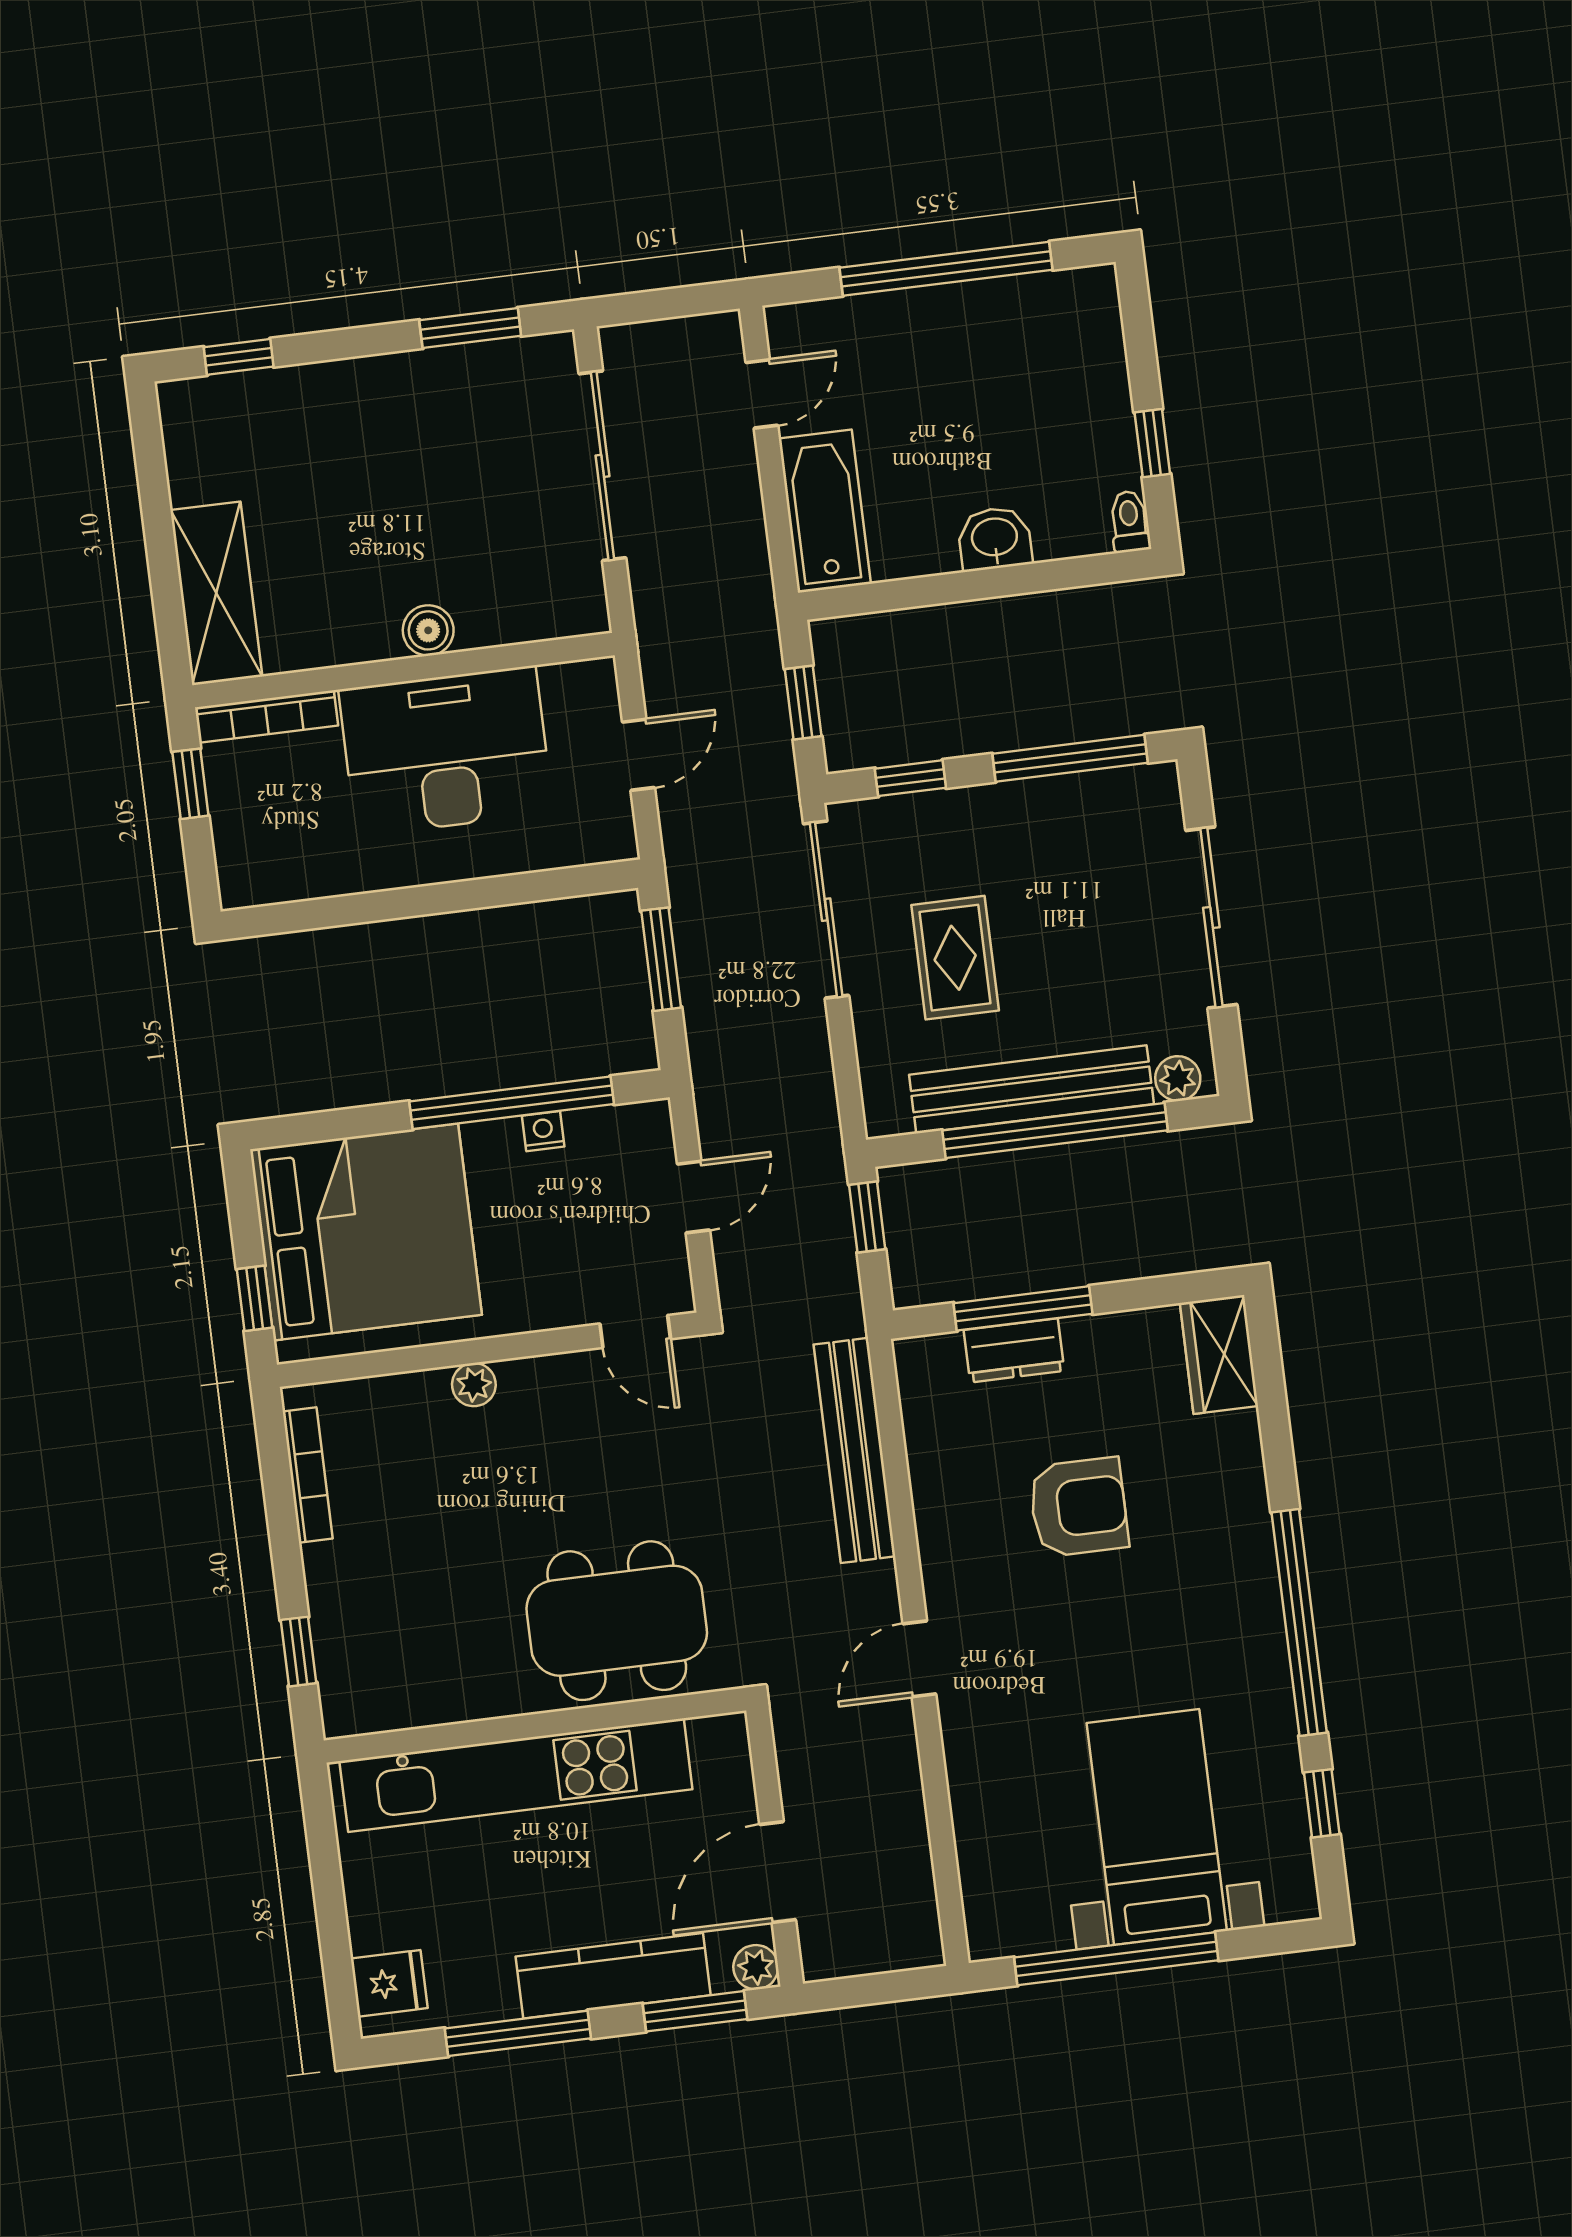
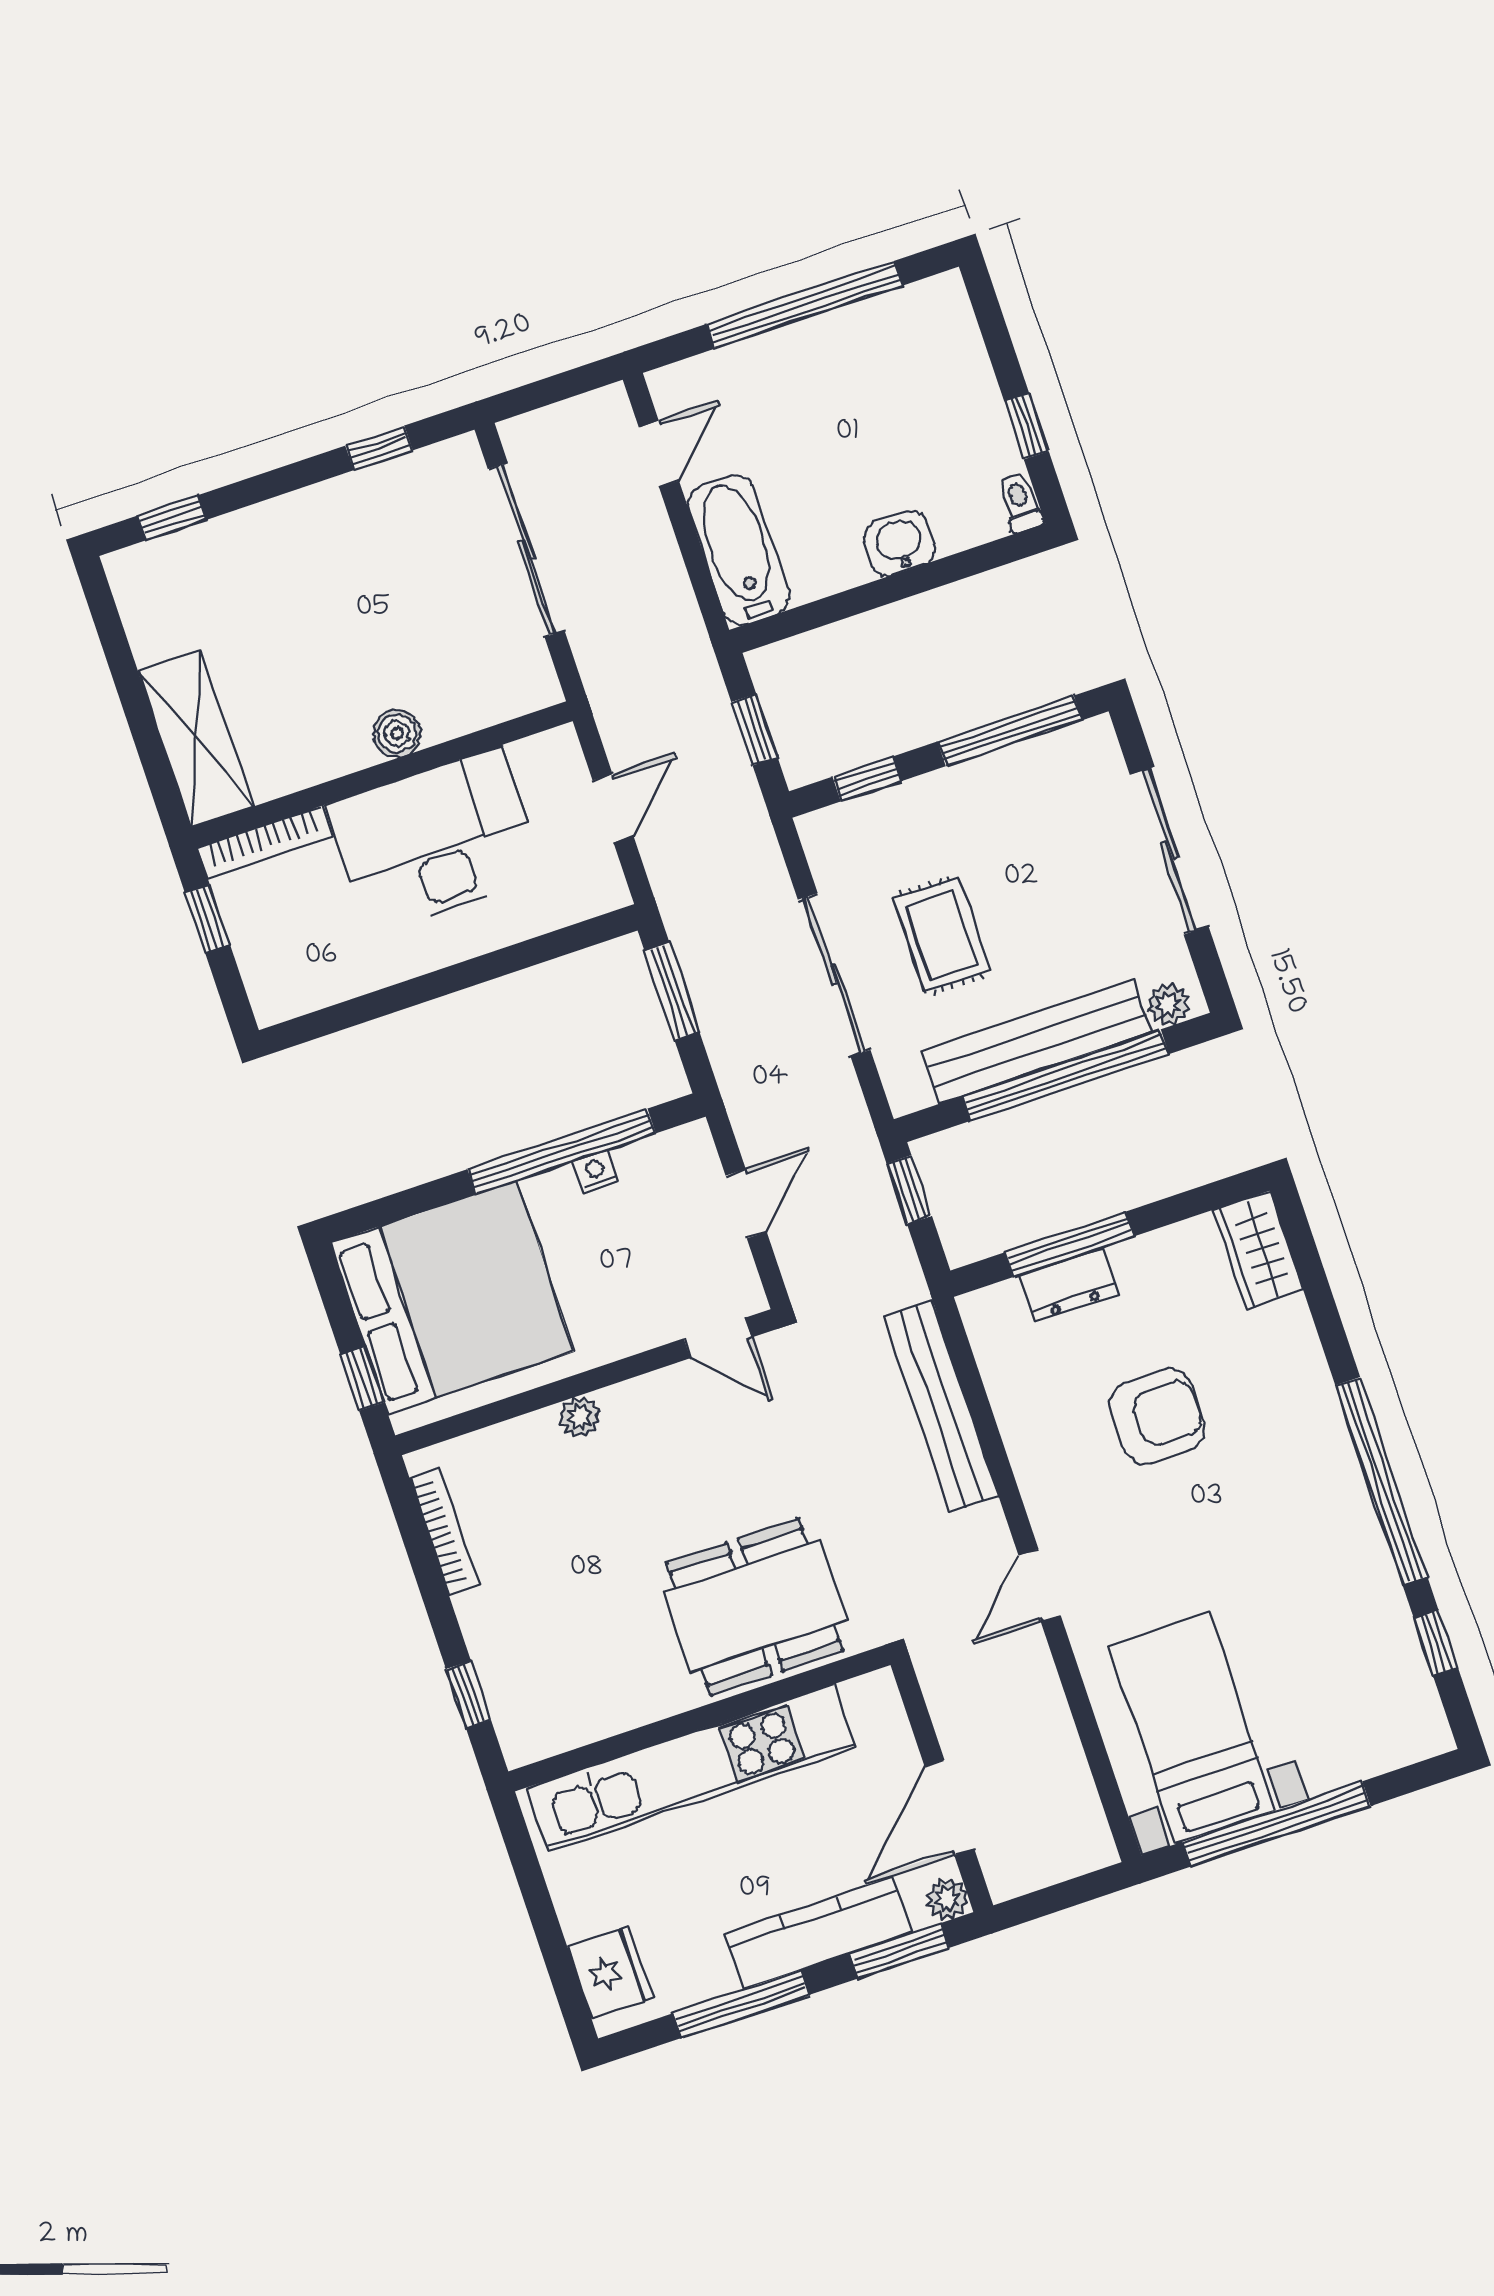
window: (470, 328) -> (379, 448), width x0.67
sliding door: (826, 910) -> (834, 975), moved
bed with nightstands: (1157, 1827) -> (1192, 1728), moved
fridge: (389, 1983) -> (610, 1972), width x1.38

